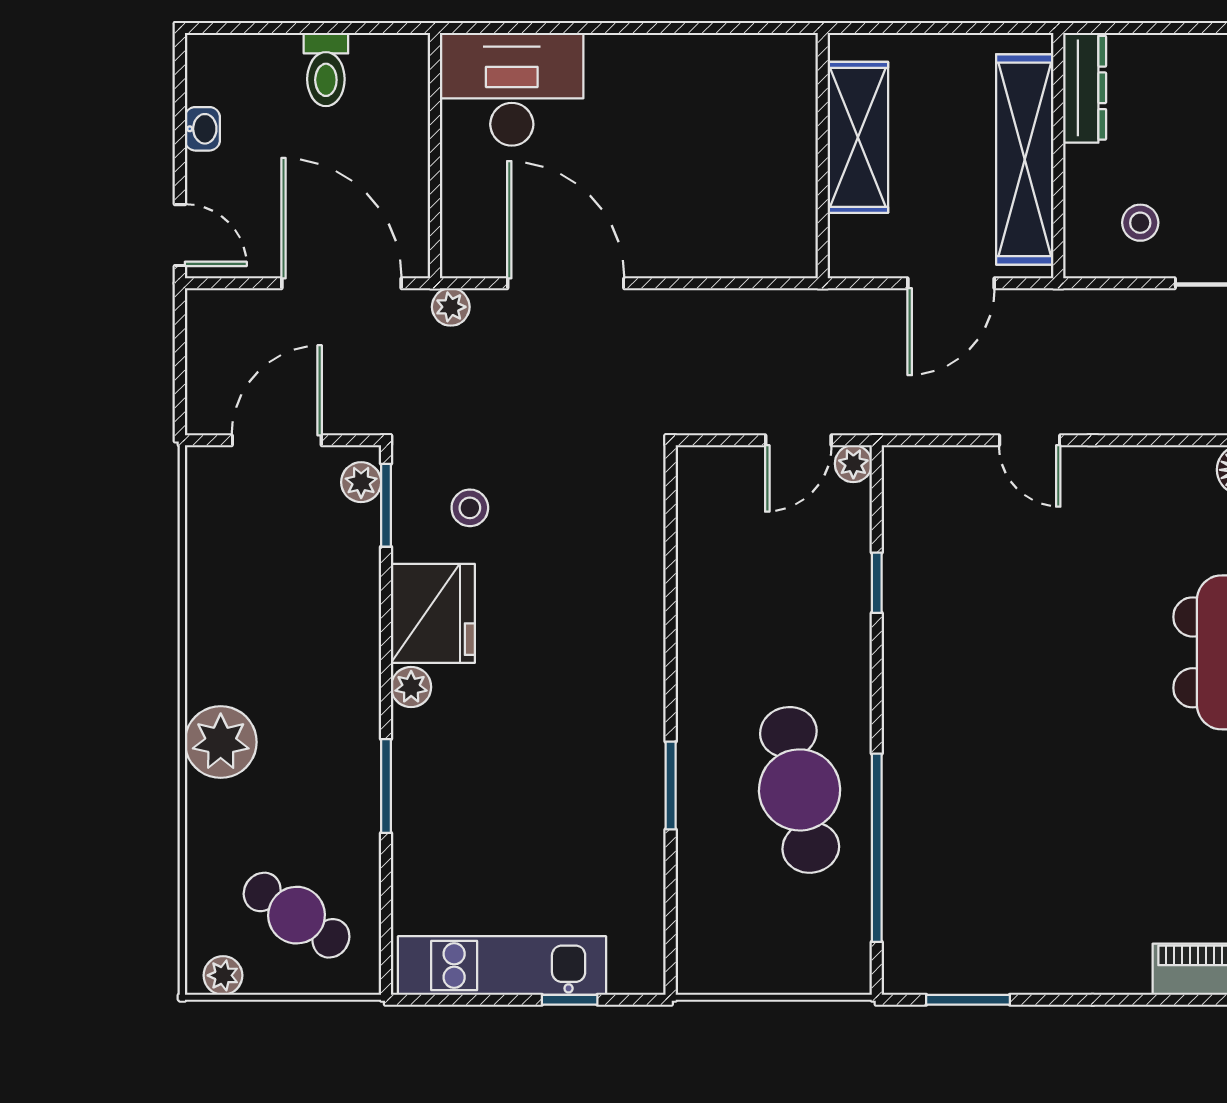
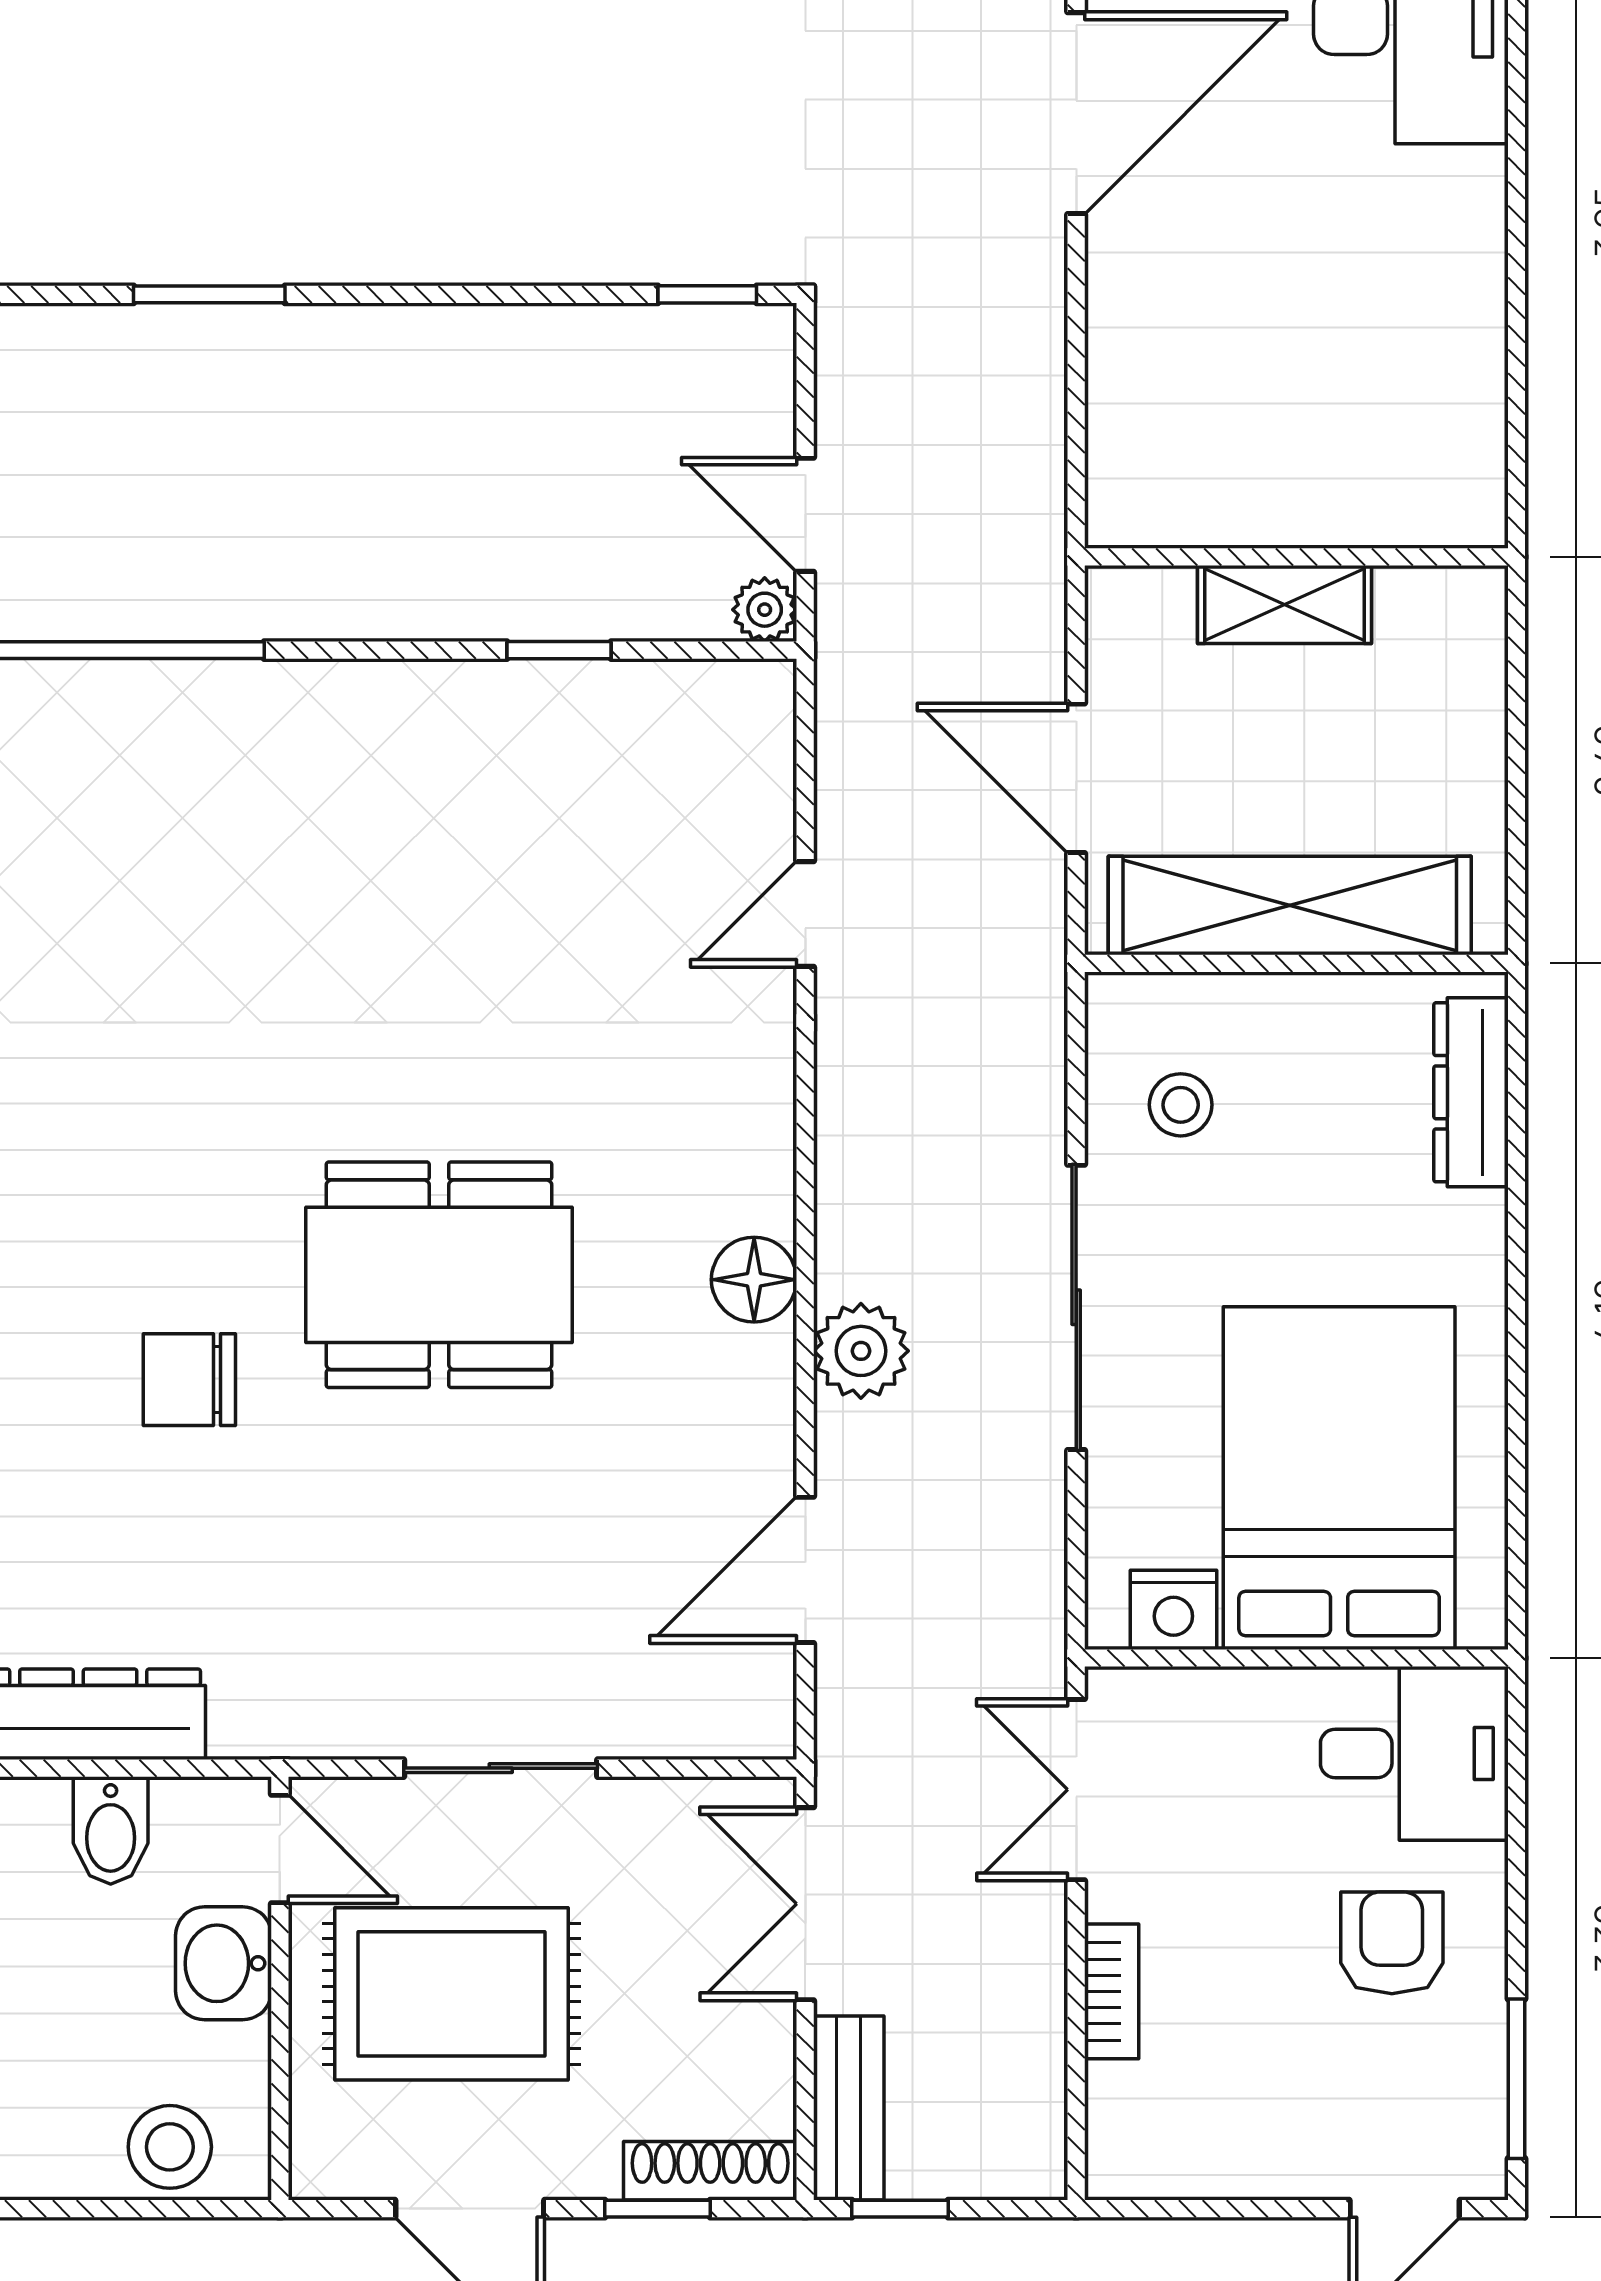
dresser: (1085, 88) -> (1471, 1092), moved, turned 90
shelving: (858, 137) -> (1285, 604), width x0.67, depth x0.75
window: (671, 497) -> (707, 294), added
cafe table: (800, 790) -> (202, 517), removed

